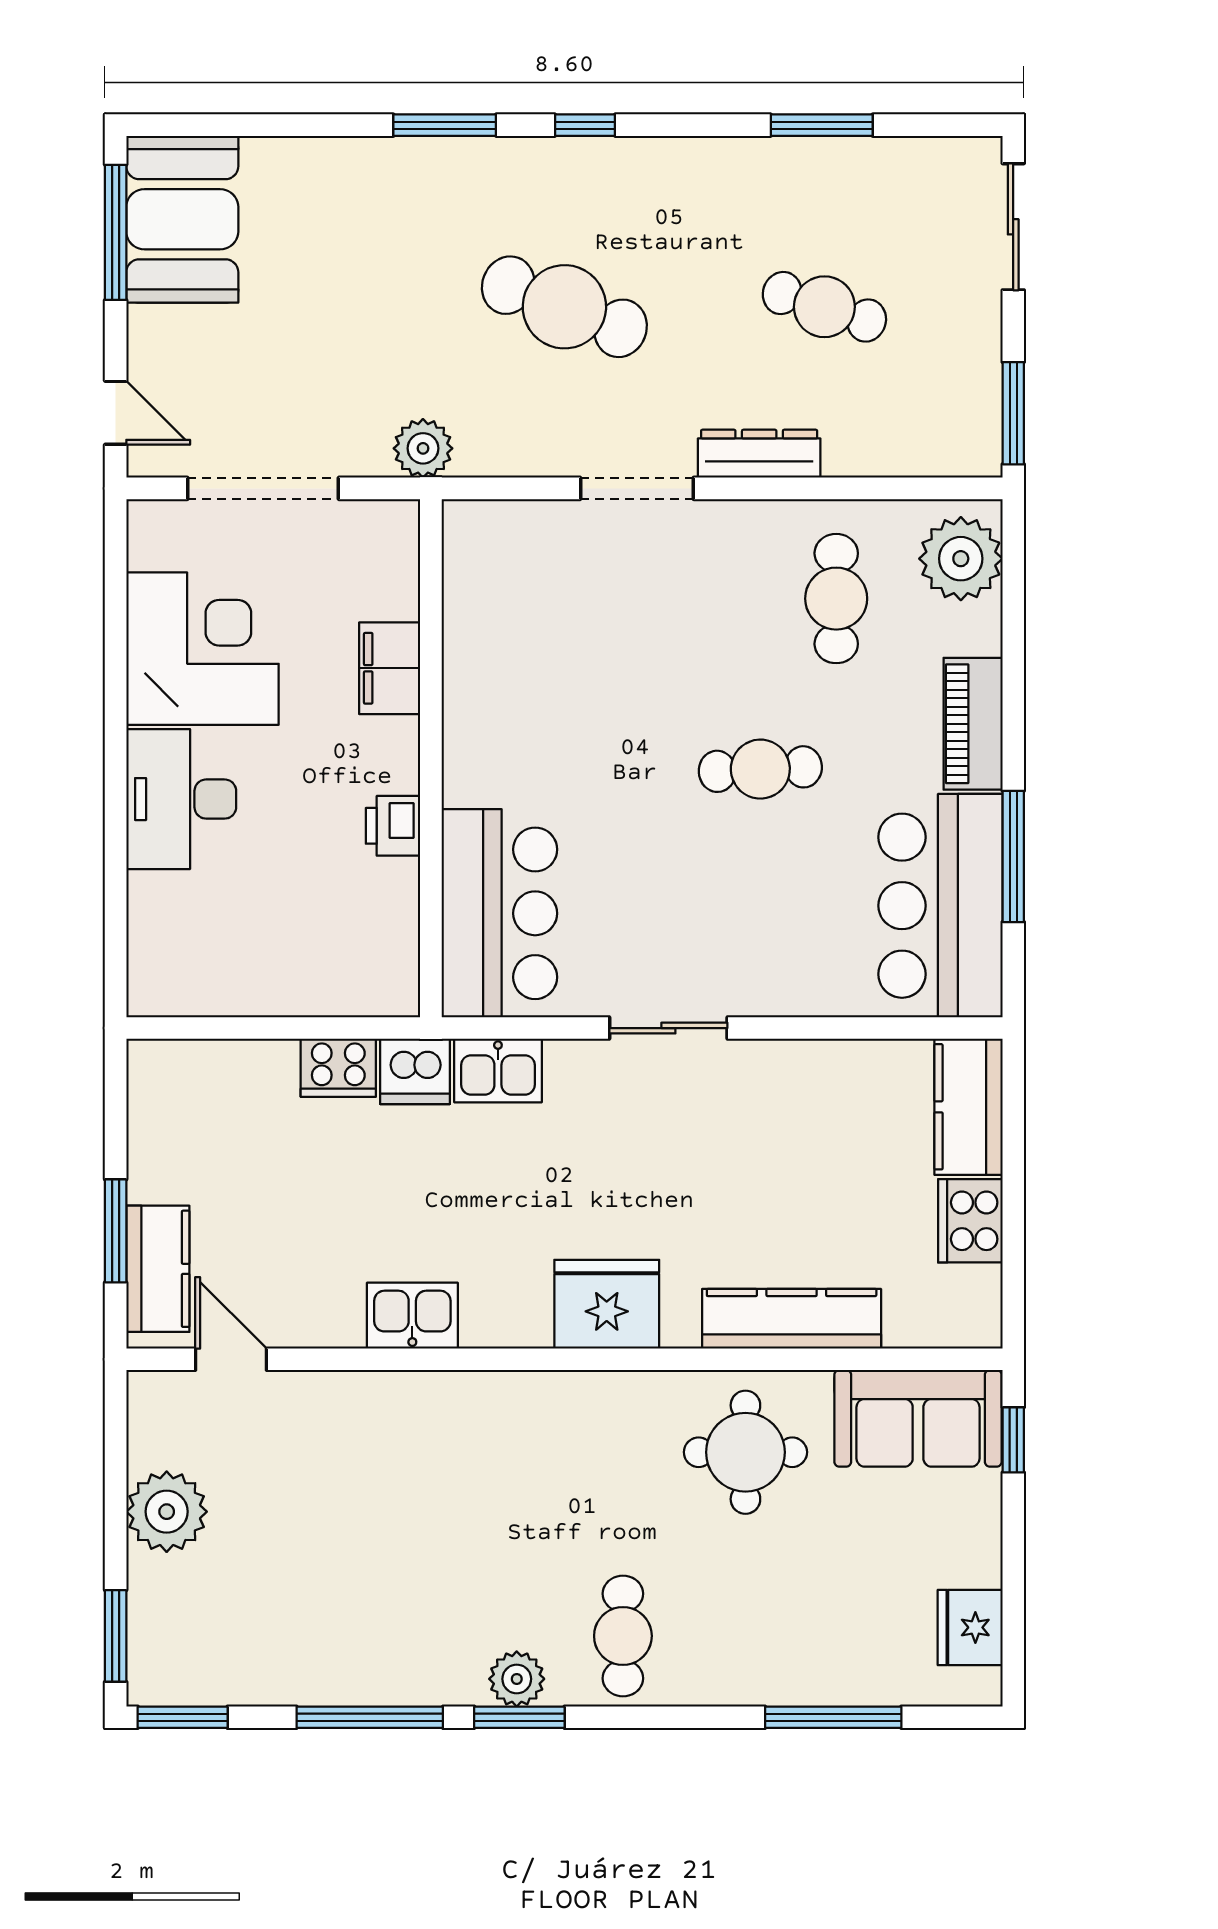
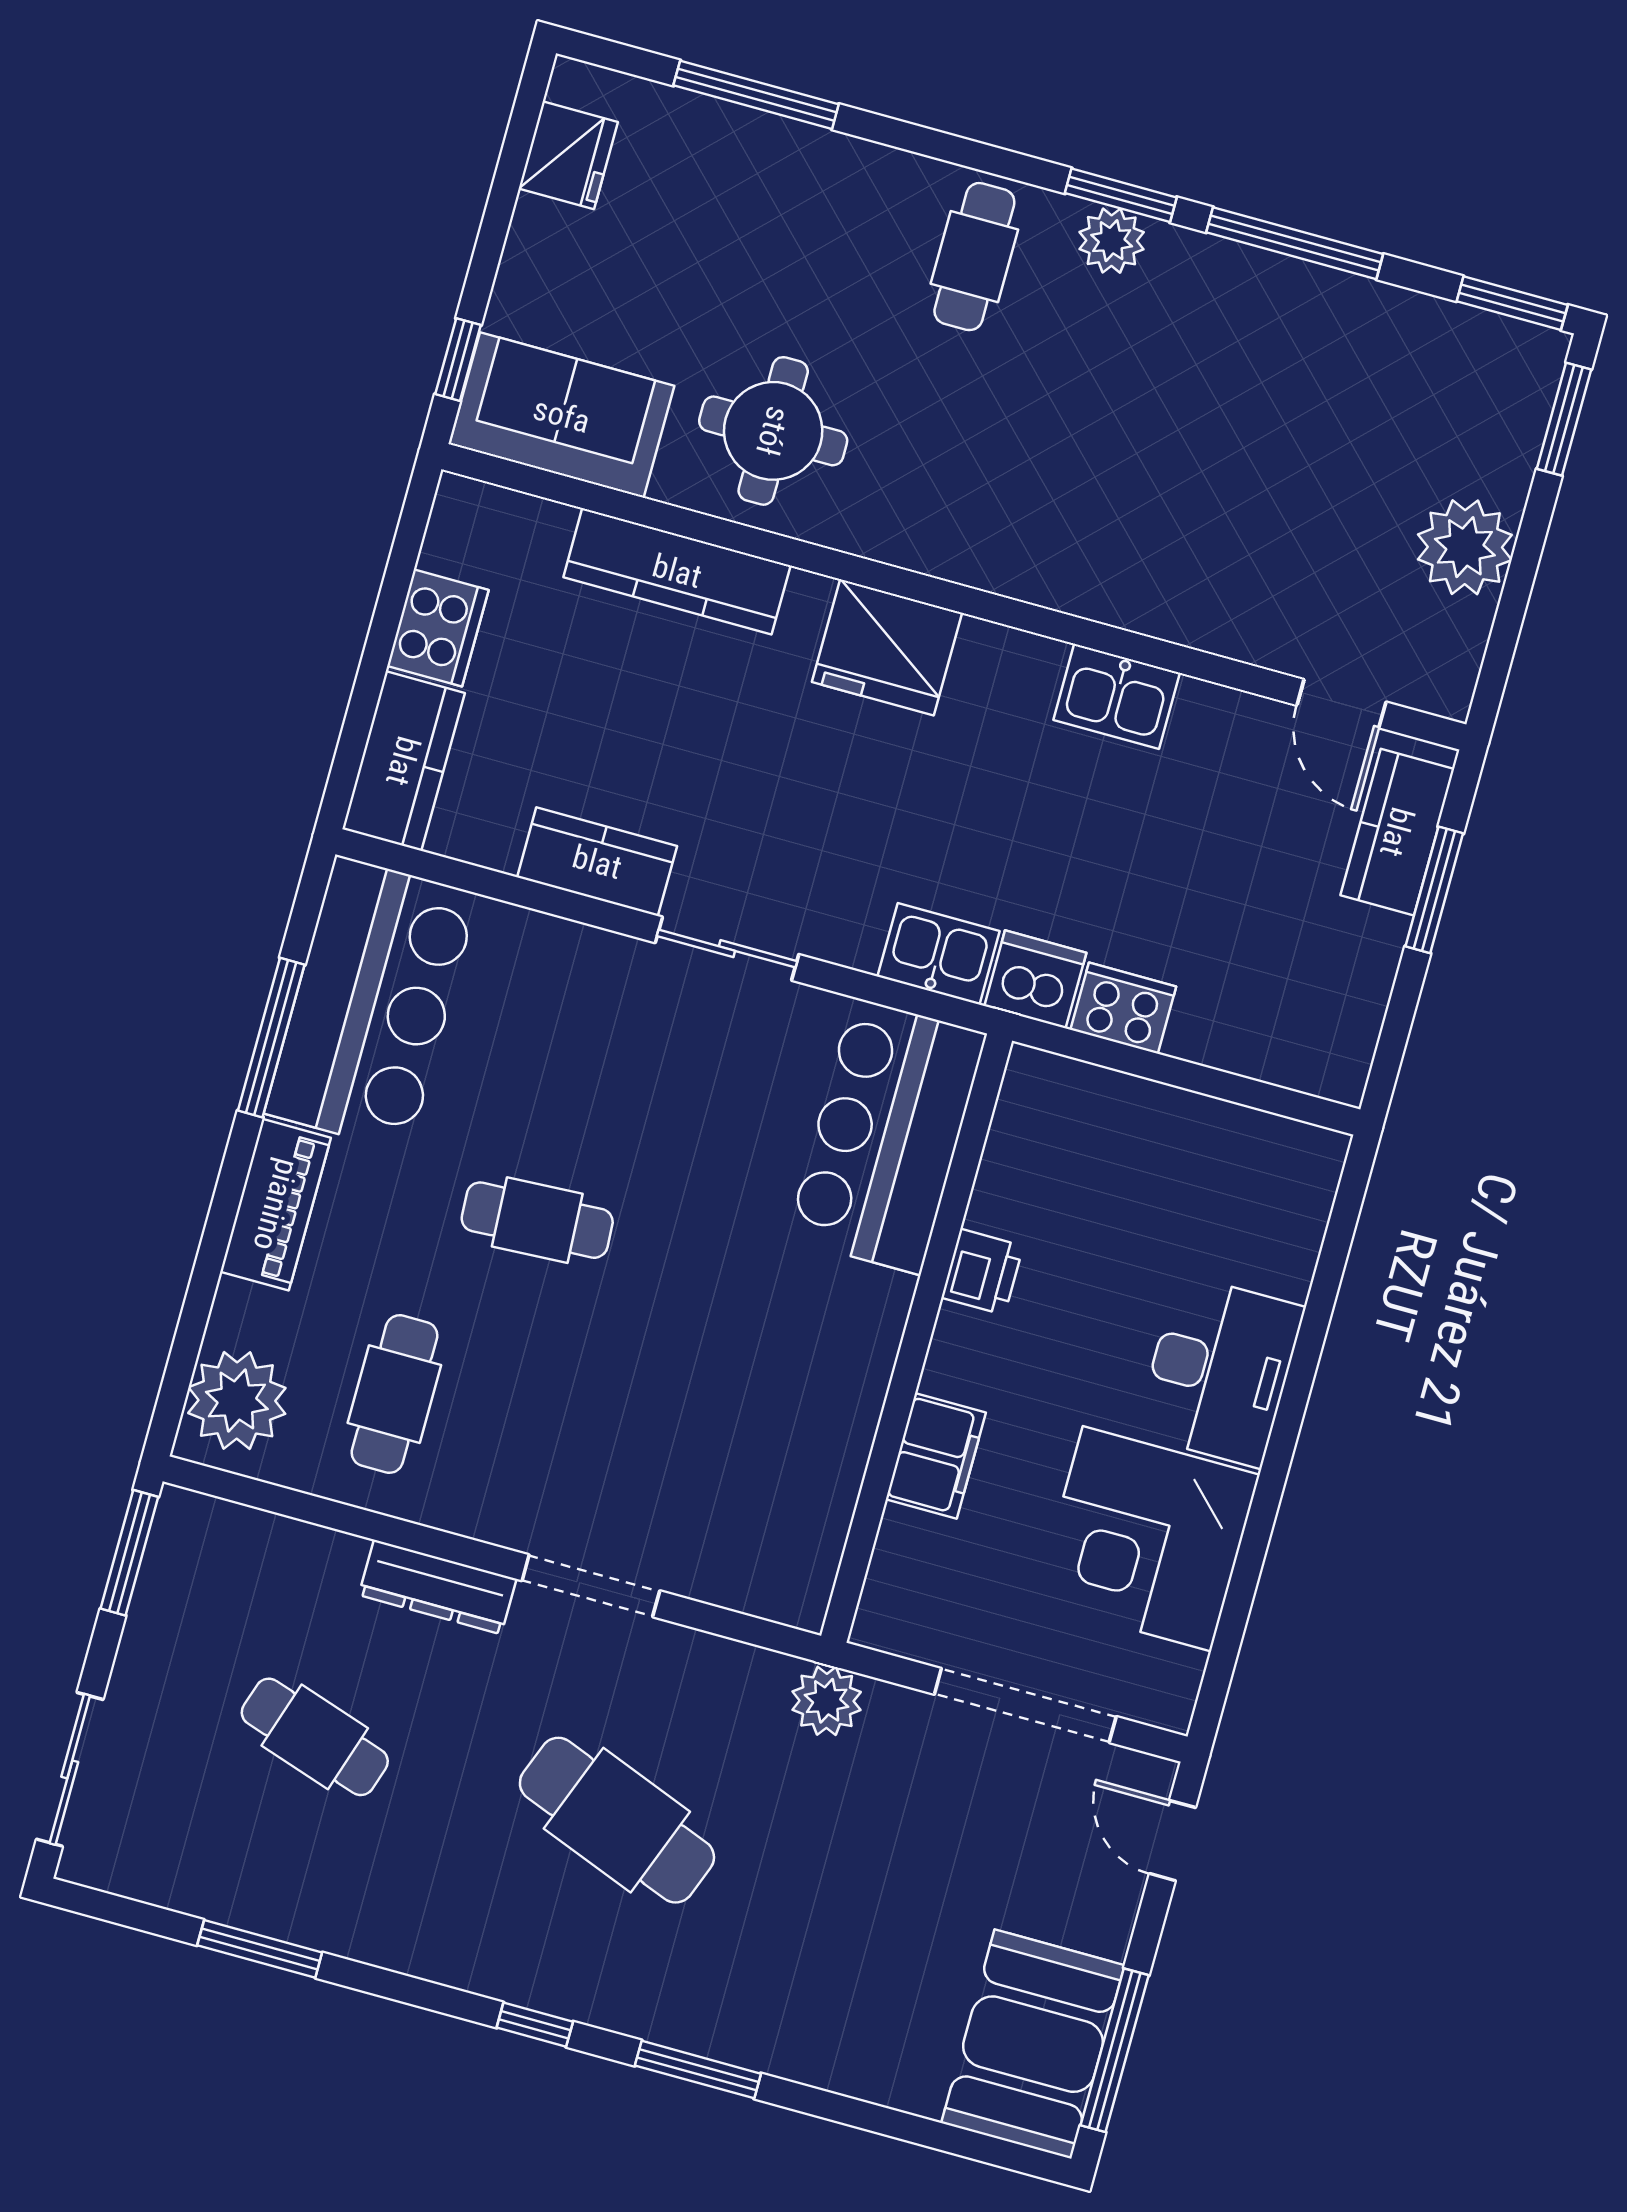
kitchen counter: (791, 1069) -> (597, 862), added

